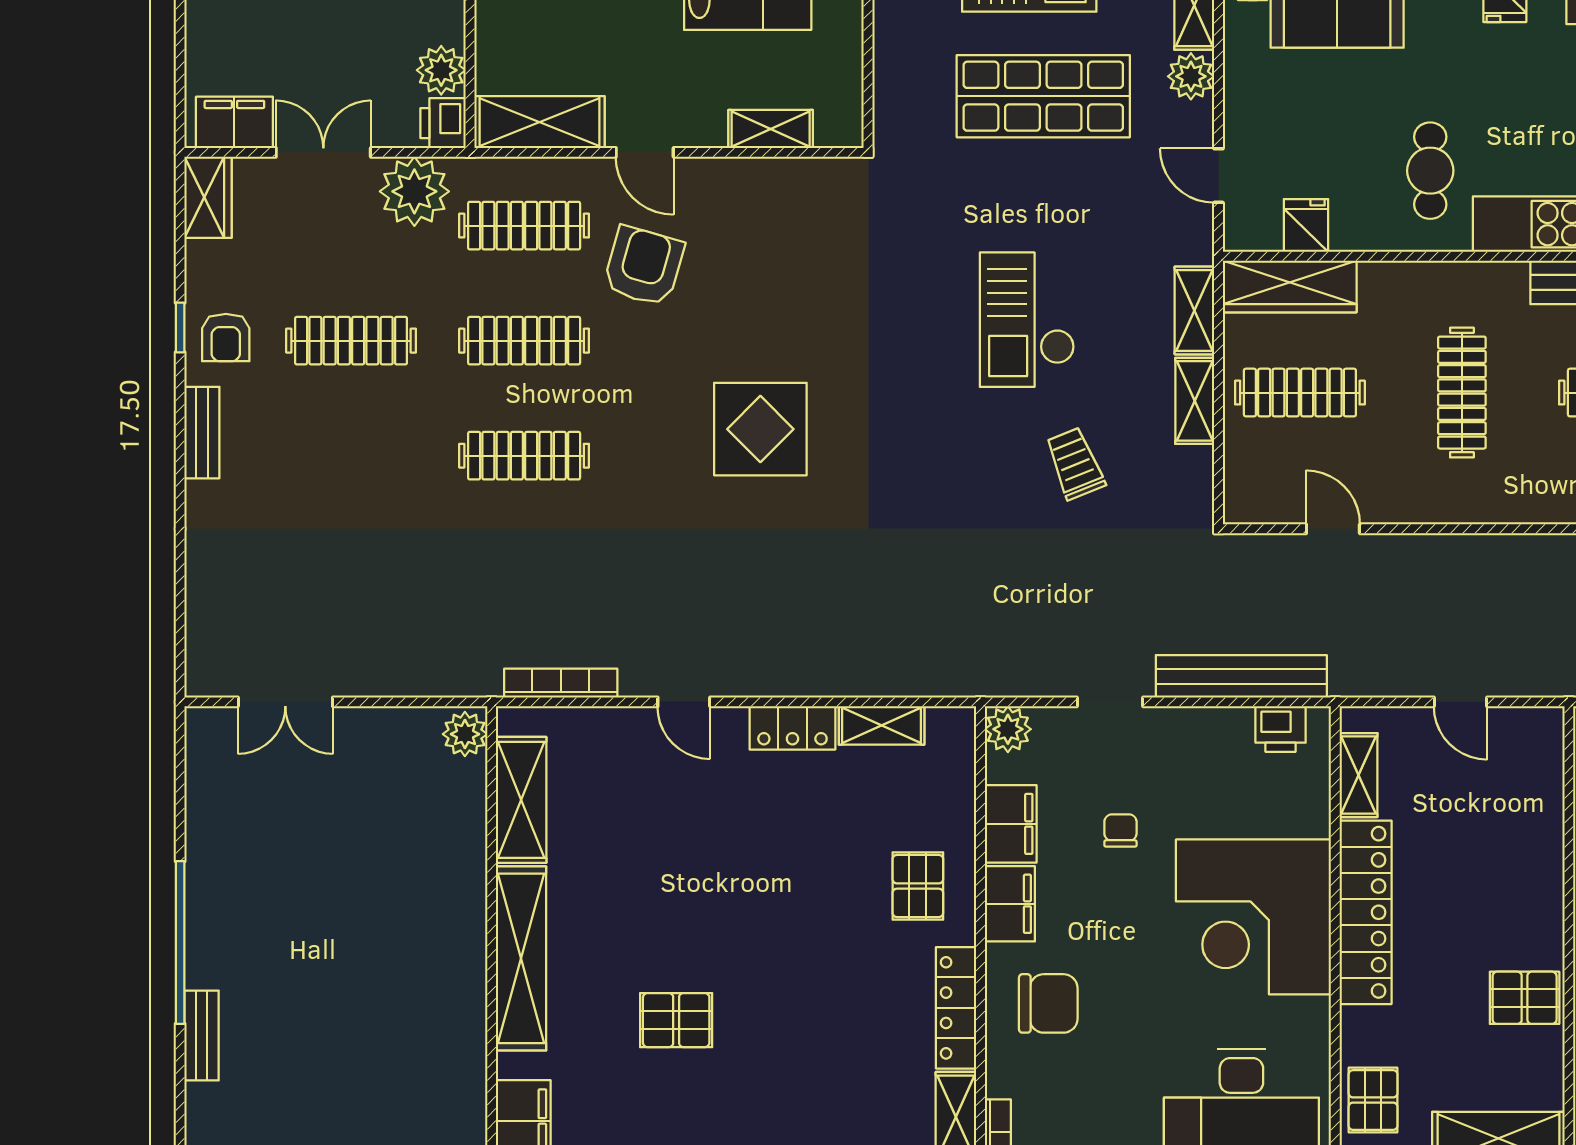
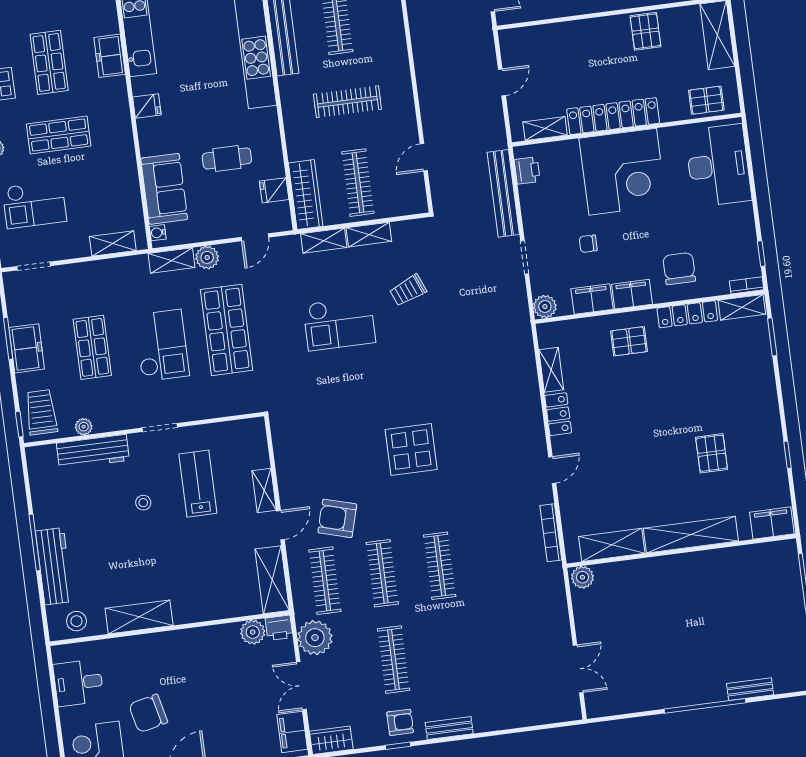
shelving: (771, 129) -> (264, 490), moved
cafe table: (1430, 171) -> (227, 158), moved

